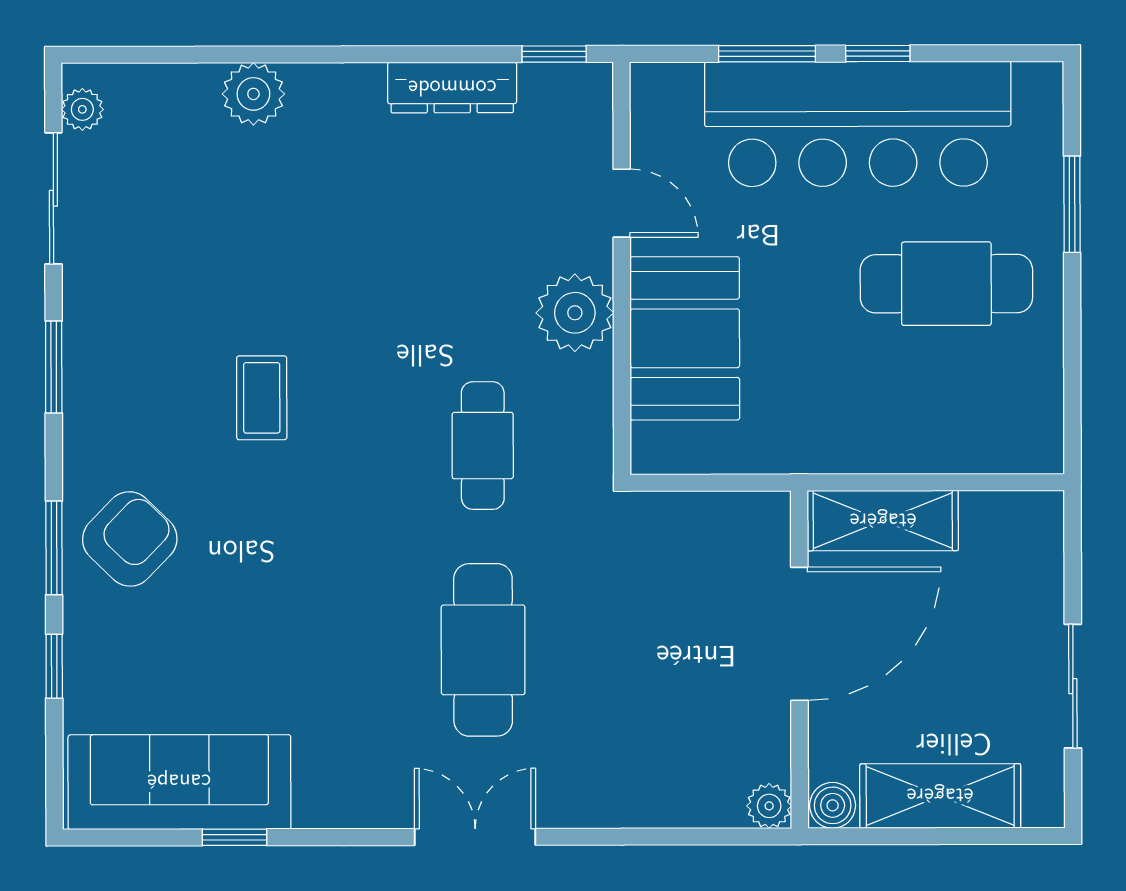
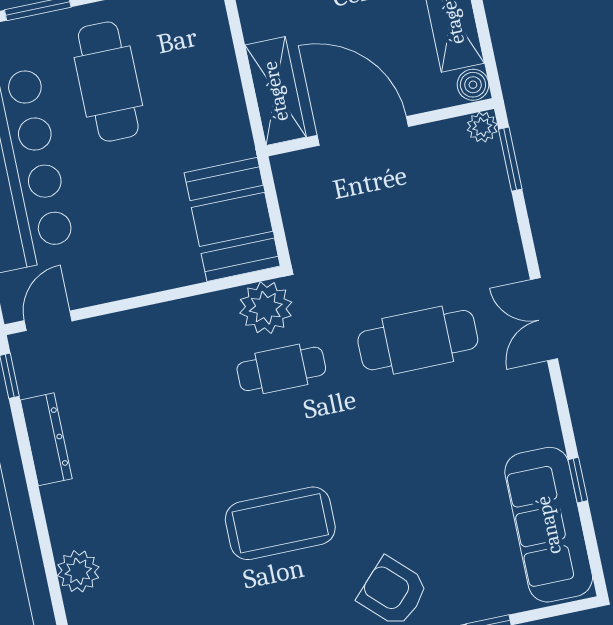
door: (622, 203) -> (48, 321), moved
plant: (575, 313) -> (266, 308), moved
booth: (685, 338) -> (232, 219), moved, turned 90
coffee table: (262, 398) -> (280, 523), width x1.86, depth x1.72
window: (715, 837) -> (510, 159), added

